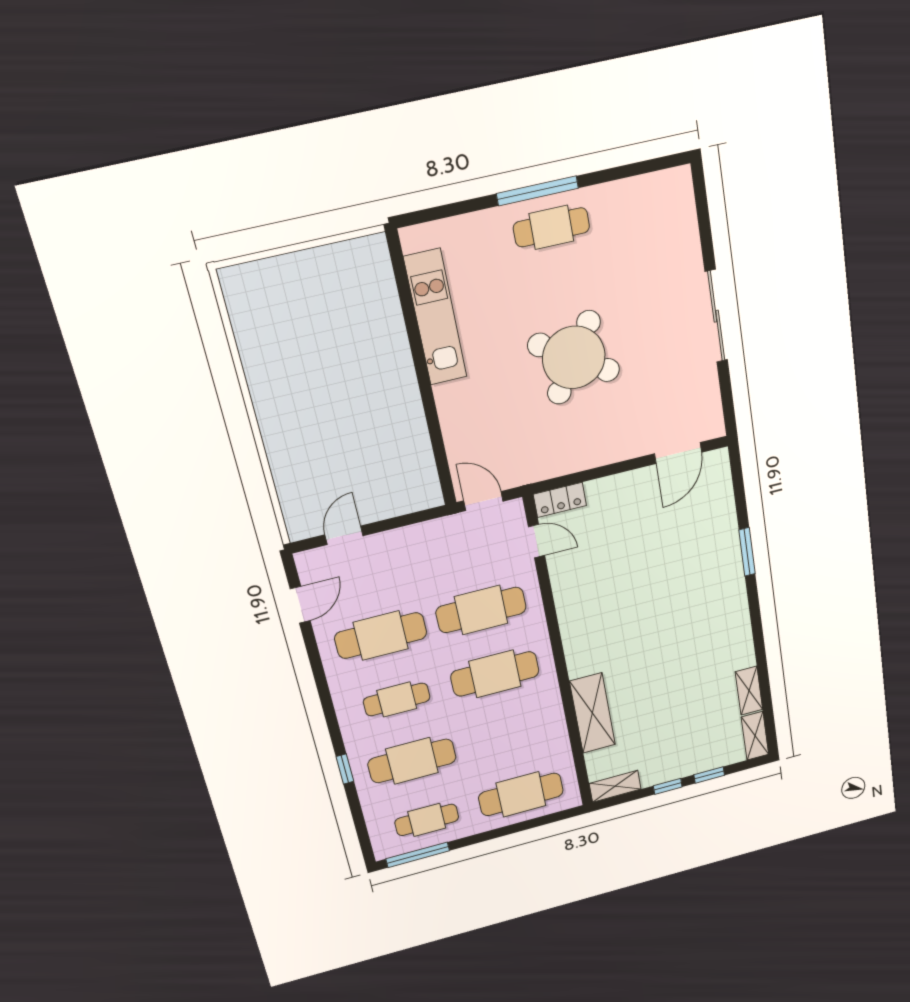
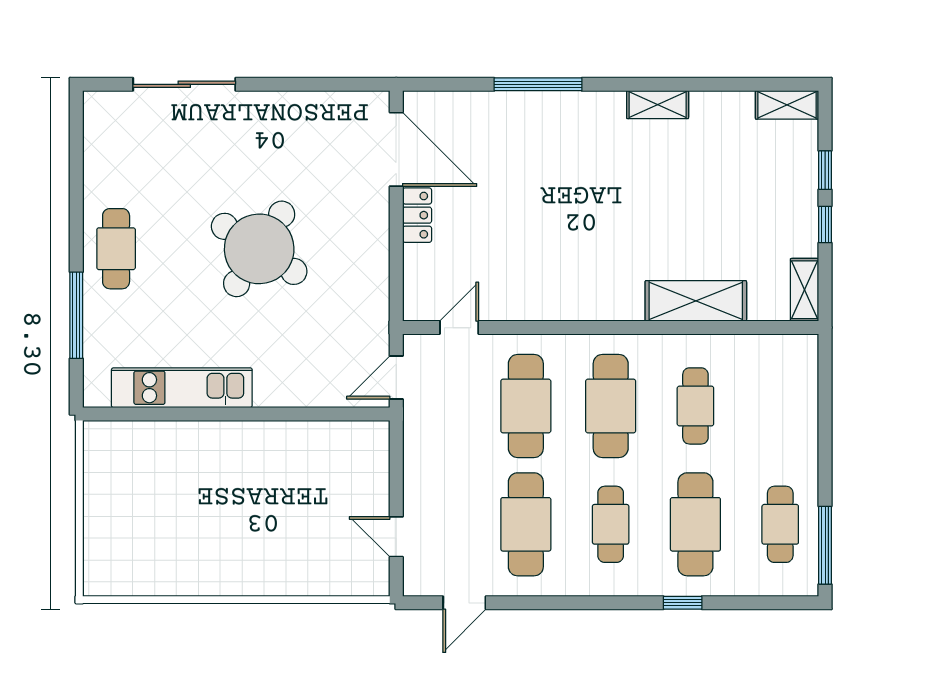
window: (538, 191) -> (76, 315), moved
sliding door: (716, 316) -> (184, 84), moved
door: (678, 453) -> (396, 149), width x1.36
locker: (560, 500) -> (417, 215), moved
window: (747, 552) -> (538, 84), width x1.44
door: (300, 605) -> (464, 603), swing flipped
shelving: (749, 691) -> (658, 105), moved
cafe table: (521, 794) -> (695, 406), moved, width x0.73, depth x0.74

